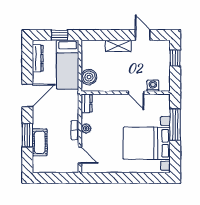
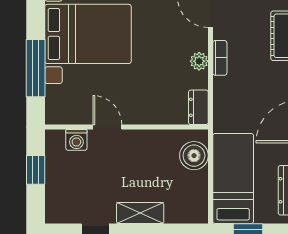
window: (175, 58) -> (36, 170), moved

